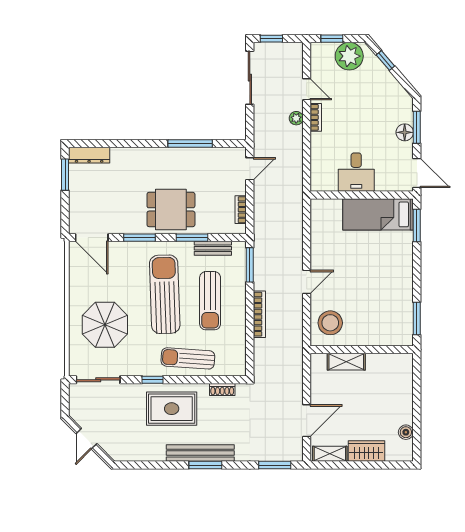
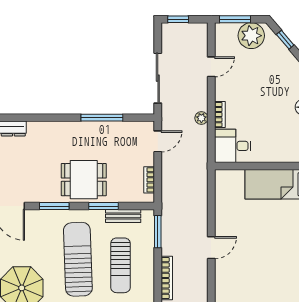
window: (332, 39) -> (235, 19), width x1.50
sliding door: (250, 78) -> (158, 78), moved
door: (307, 89) -> (211, 67), hinge flipped
bookcase: (316, 117) -> (220, 115), moved
plant: (296, 118) -> (201, 118), moved
desk: (356, 172) -> (233, 146), moved, turned 90
stool: (330, 323) -> (233, 286), removed

